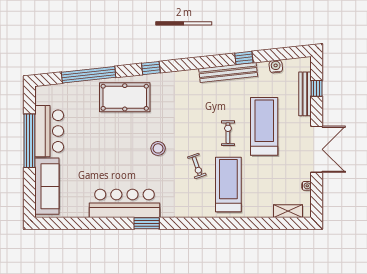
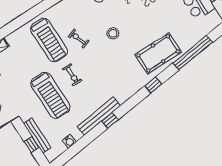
window: (244, 58) -> (110, 120), moved

